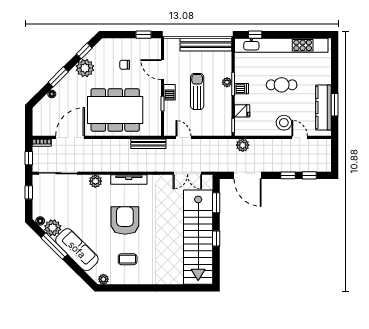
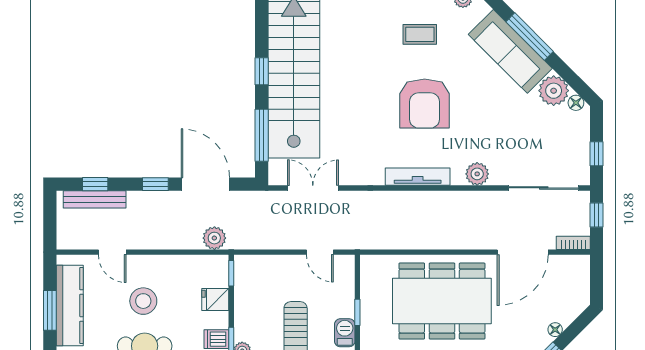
stool: (284, 123) -> (143, 301), moved
bench: (148, 144) -> (95, 199), moved
window: (288, 175) -> (155, 184), moved
window: (216, 203) -> (262, 135), width x1.44
window: (54, 246) -> (530, 37), moved

